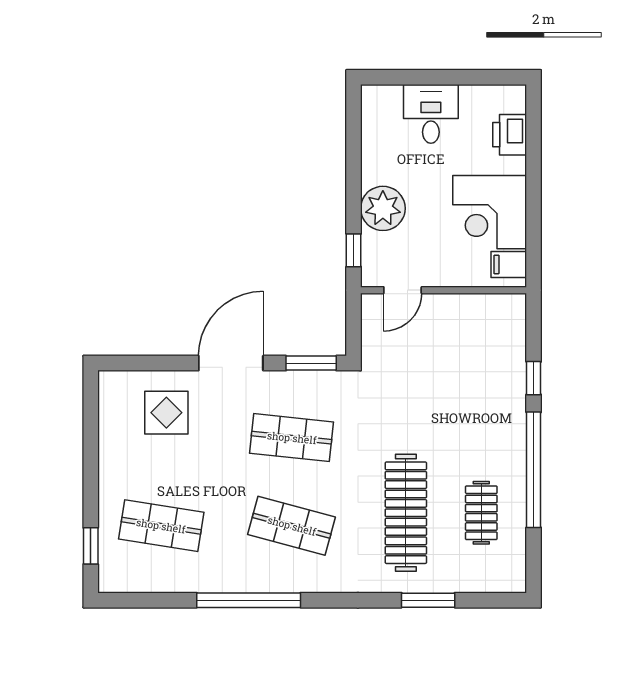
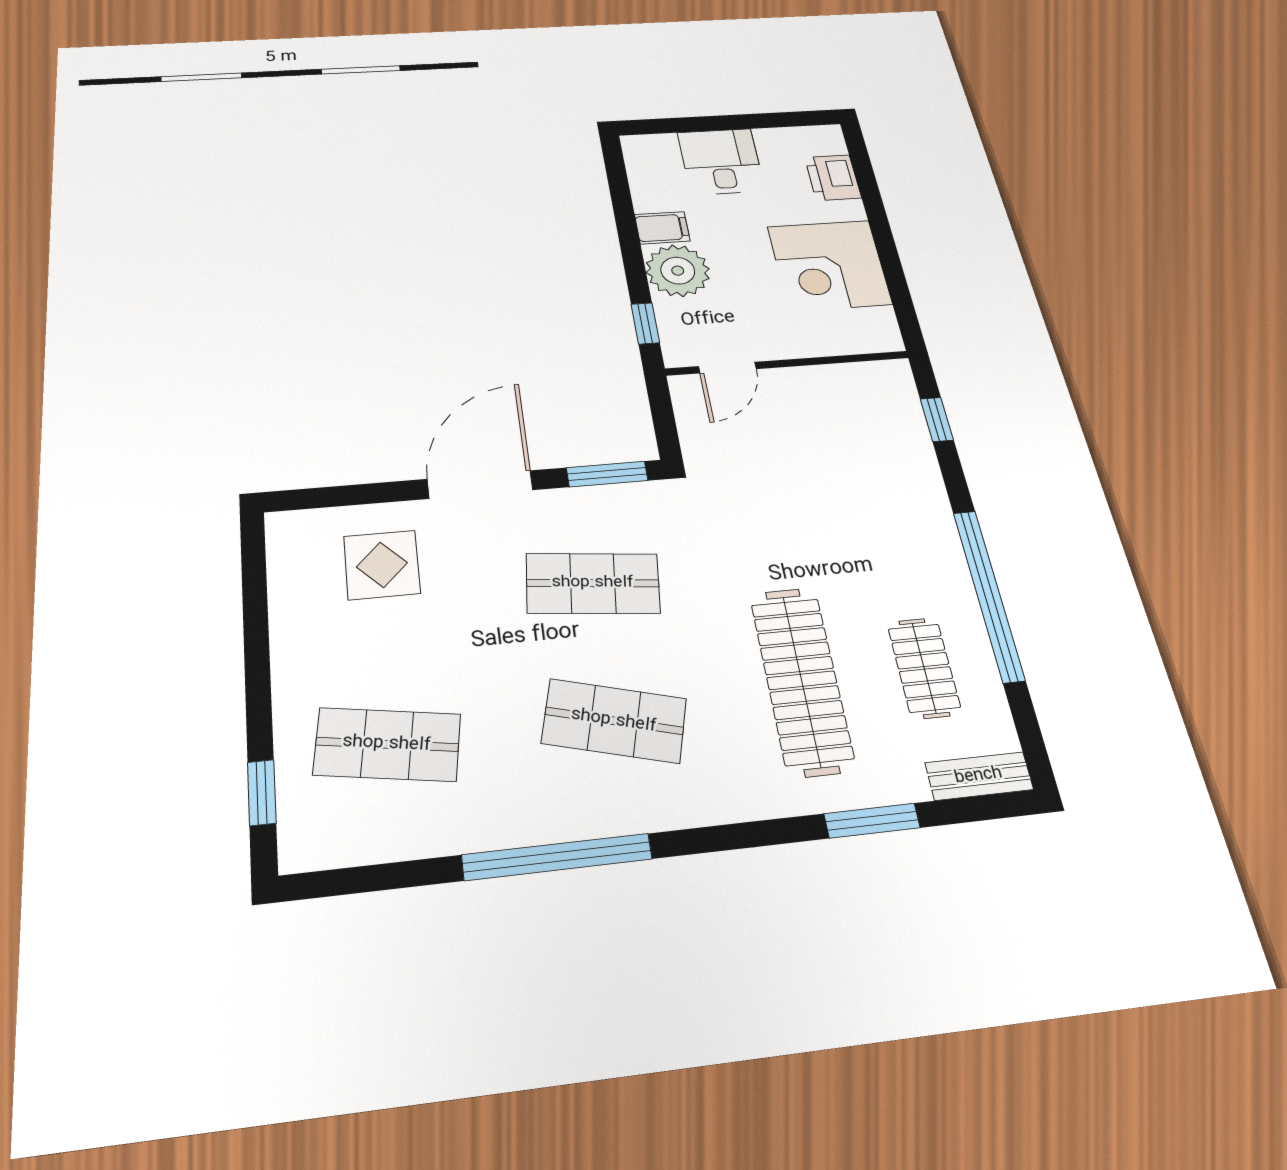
filing cabinet: (509, 264) -> (662, 228), moved, turned 180
window: (534, 378) -> (937, 419), moved
bench: (497, 582) -> (979, 776), added

